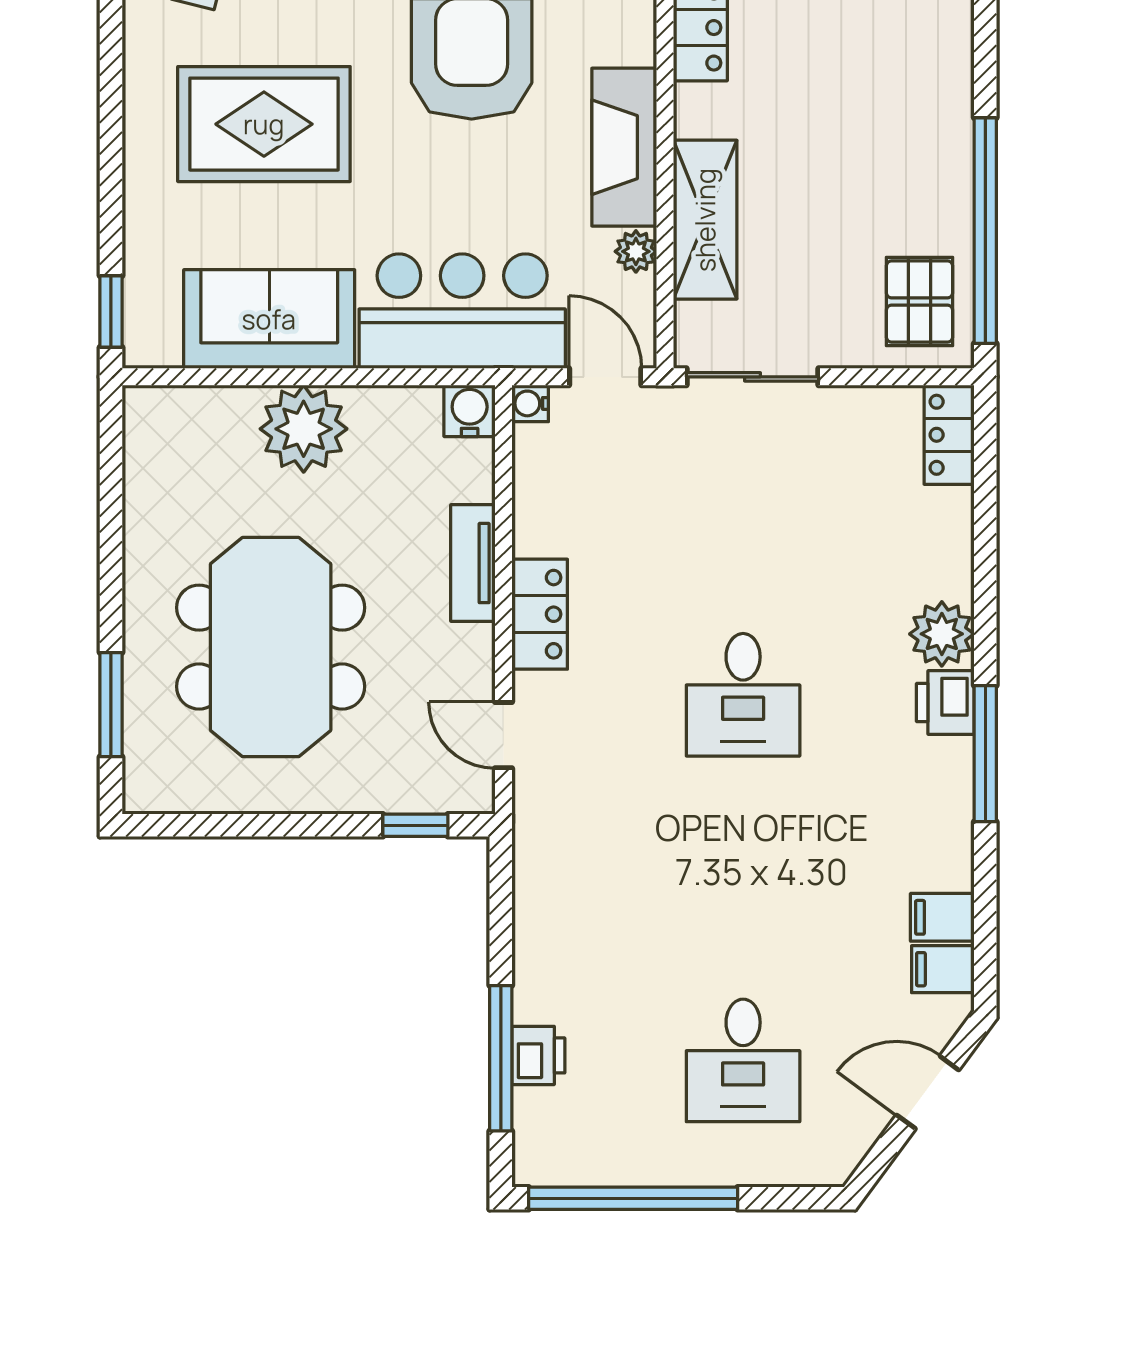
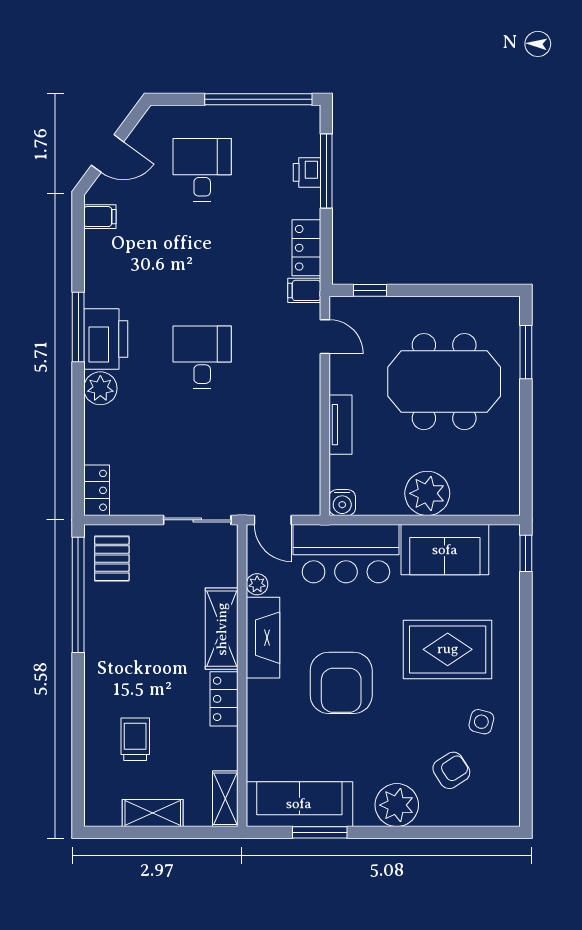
shelving: (705, 220) -> (222, 629), moved
water cooler: (530, 403) -> (311, 506), removed
locker: (540, 614) -> (306, 248), moved
meeting table: (271, 647) -> (444, 382), turned 90
printer: (945, 703) -> (106, 339), width x1.87, depth x1.48
filing cabinet: (942, 917) -> (304, 290), moved, turned 180

